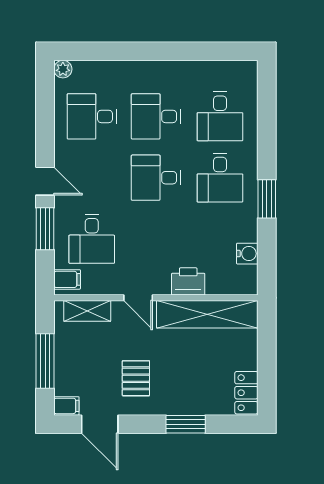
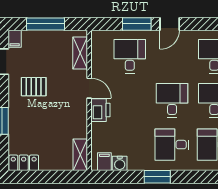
desk: (92, 239) -> (130, 56), turned 90
filing cabinet: (67, 279) -> (104, 162), moved, turned 180
printer: (188, 281) -> (100, 110), moved
door: (138, 298) -> (89, 88), swing flipped
shelving: (207, 314) -> (80, 155), width x0.45, depth x0.75

